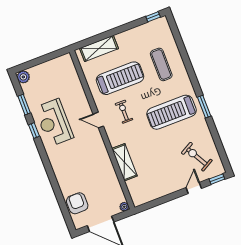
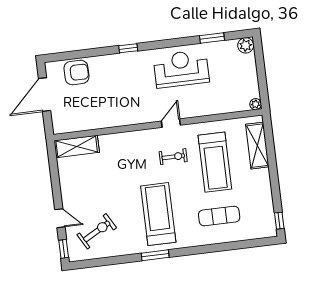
window: (34, 131) -> (128, 48), moved
shelving: (125, 162) -> (77, 146), moved
plant: (124, 207) -> (256, 104), moved

